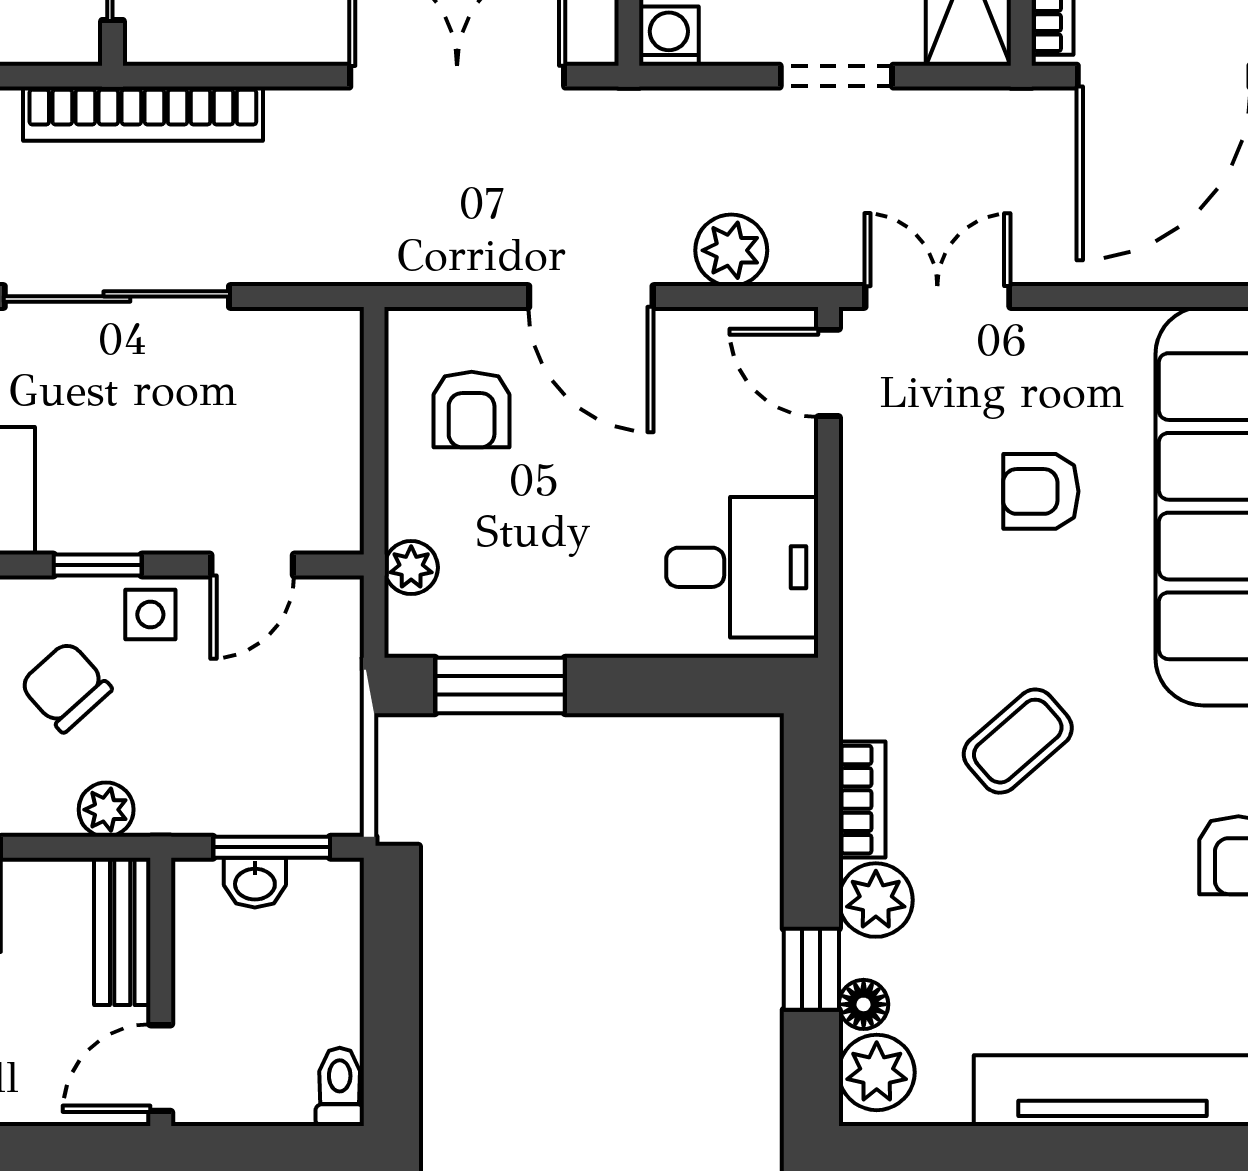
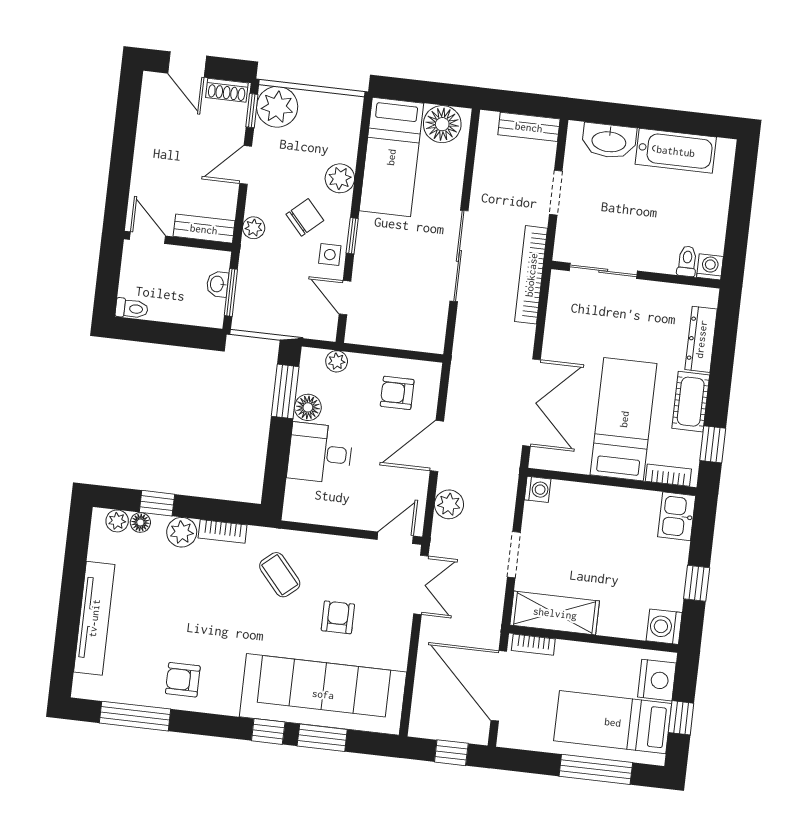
desk: (742, 567) -> (320, 453), moved, turned 90
floor lamp: (533, 625) -> (308, 407), added
coffee table: (1018, 741) -> (280, 575), moved
plant: (877, 1072) -> (117, 521), width x0.73, depth x0.73

